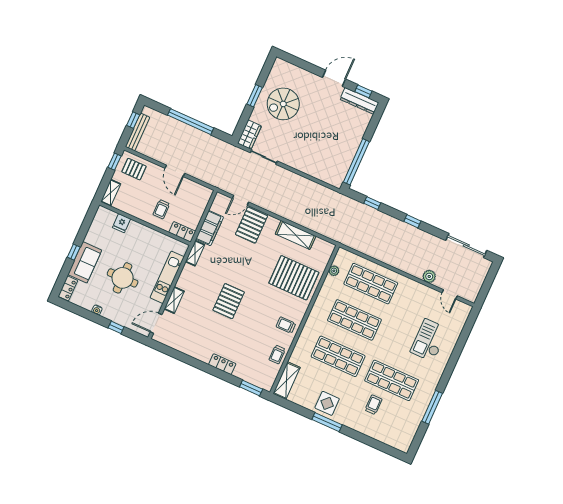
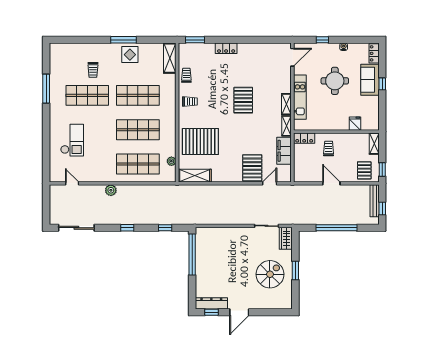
pallet: (134, 169) -> (364, 170), turned 90
shelving: (296, 235) -> (195, 176), moved
plant: (429, 276) -> (111, 190), moved
shelving: (174, 300) -> (286, 104), moved

